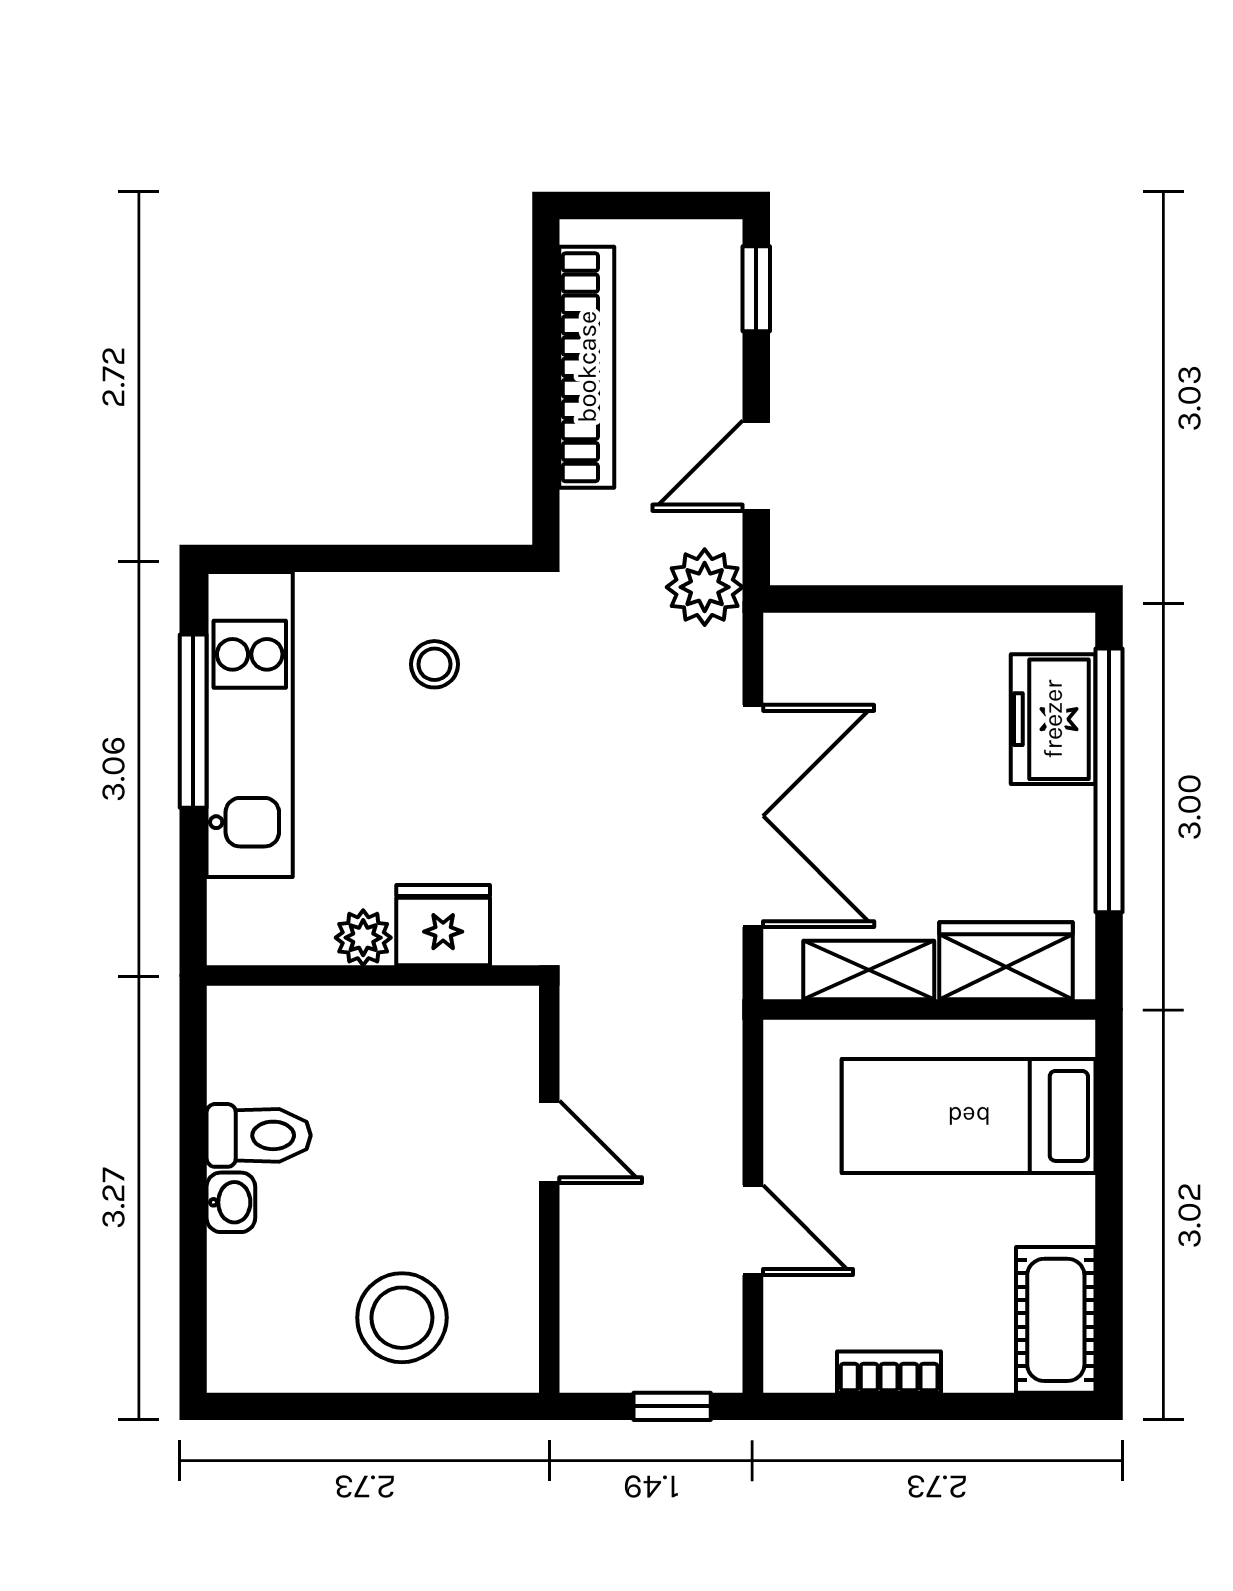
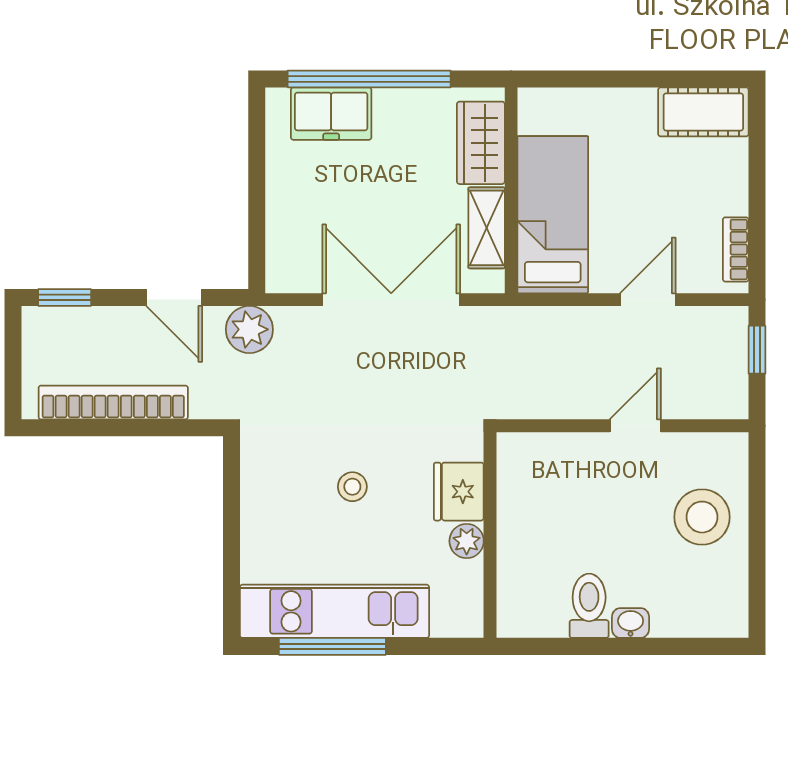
stool: (434, 664) -> (352, 487), moved
bed: (969, 1116) -> (553, 215), moved, turned 180
door: (549, 1142) -> (635, 426), moved
bookcase: (889, 1372) -> (736, 249), moved

